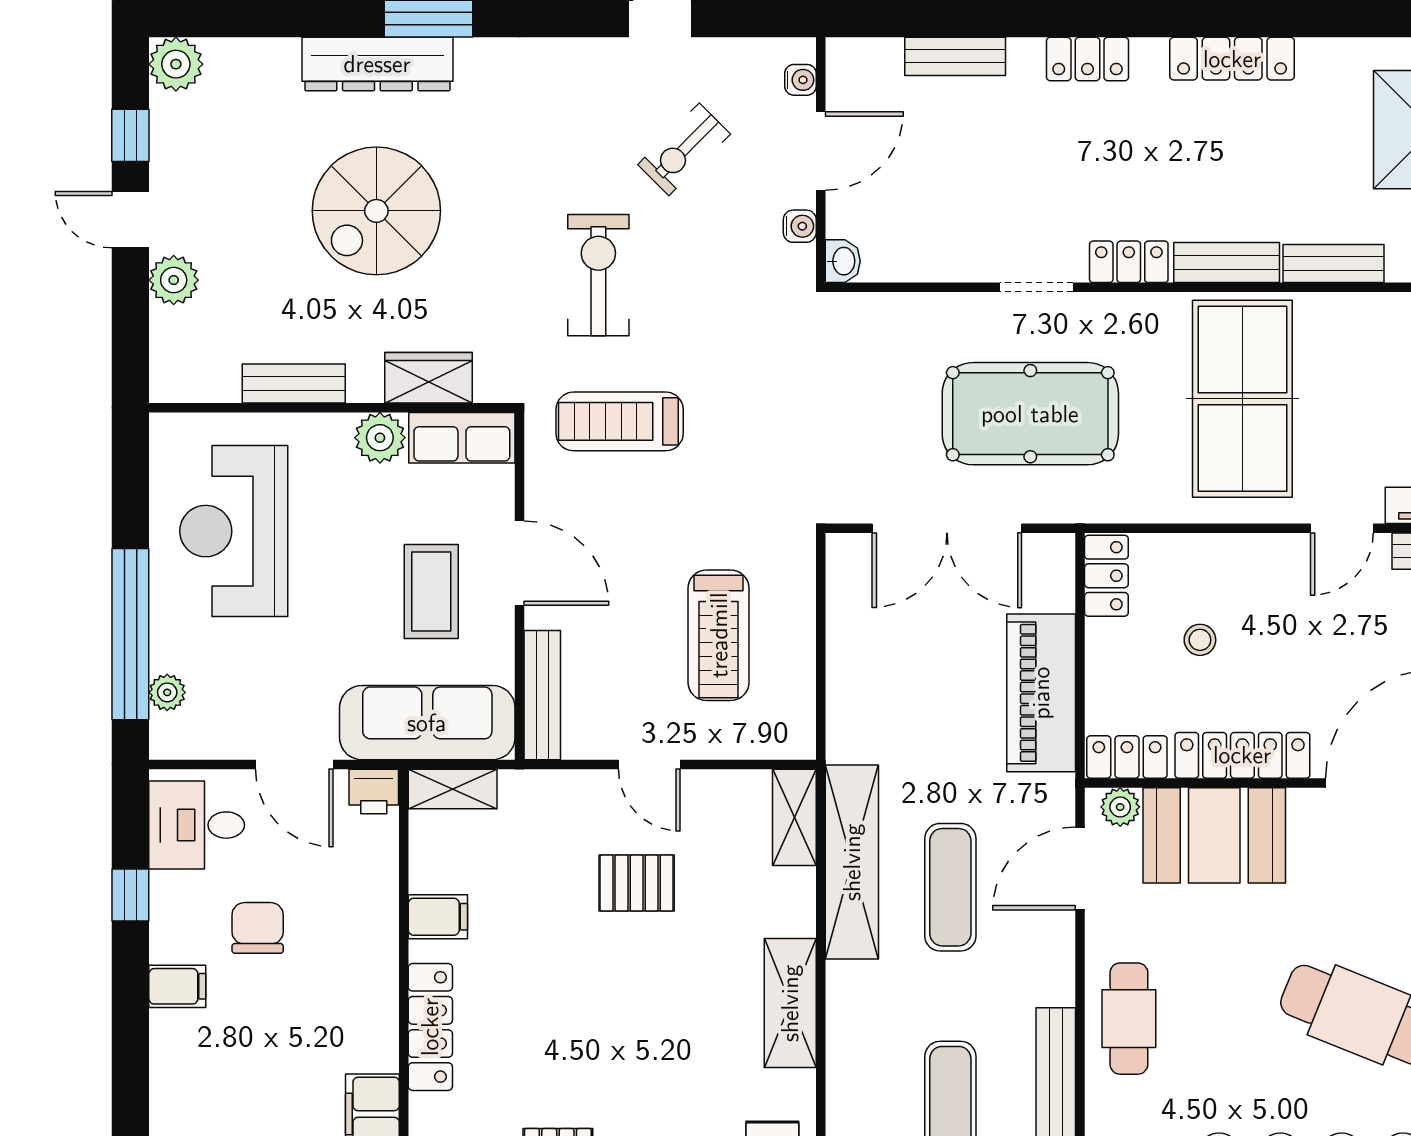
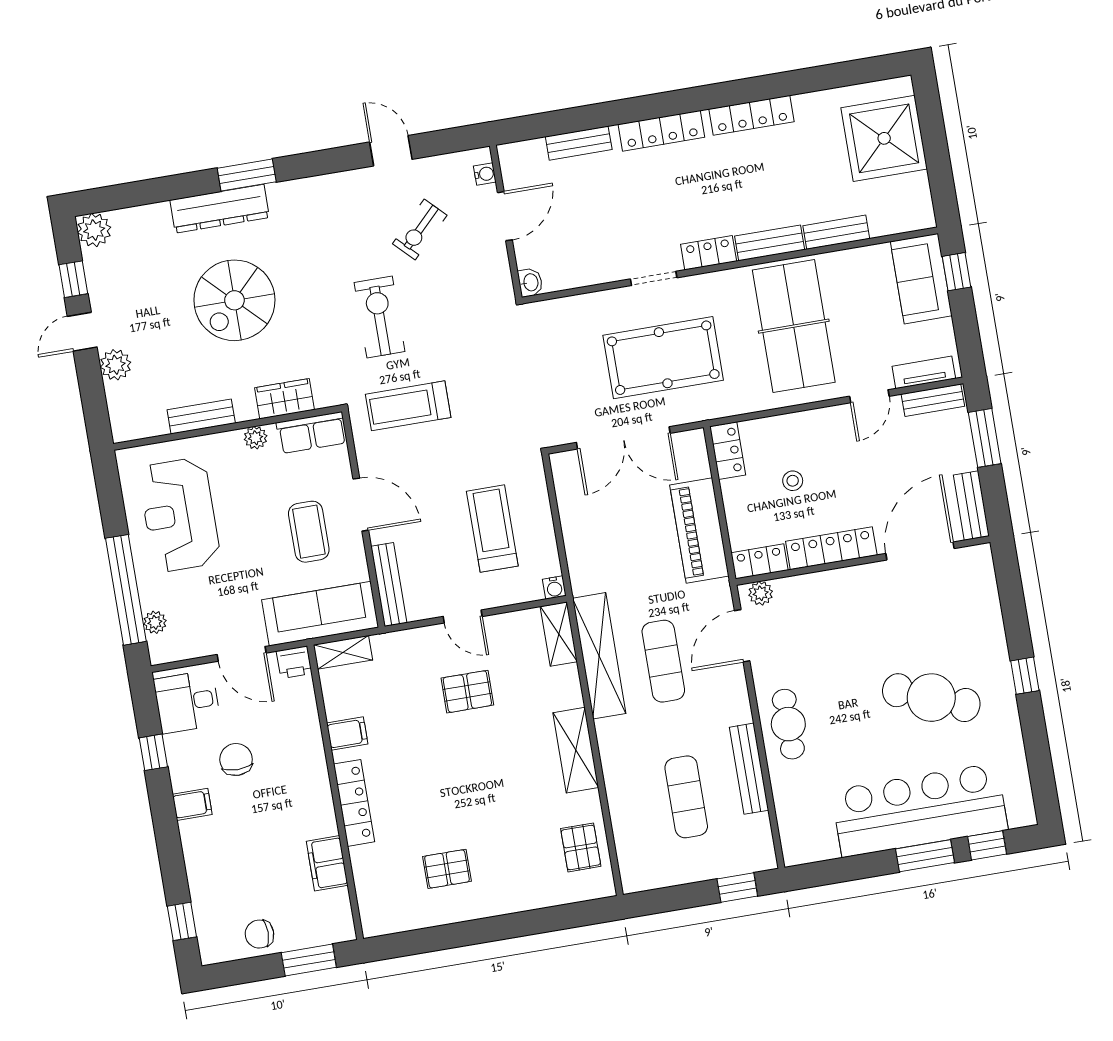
locker: (1087, 59) -> (661, 131), width x1.53
door: (130, 220) -> (82, 332), hinge flipped
water cooler: (800, 226) -> (554, 587), moved, turned 90
plant: (380, 438) -> (256, 438), width x0.73, depth x0.73
treadmill: (719, 635) -> (492, 529), turned 180
booth: (1214, 835) -> (822, 601), removed

